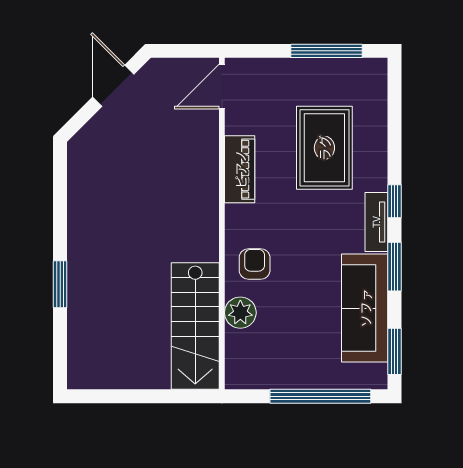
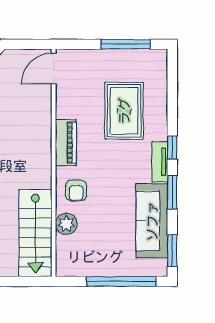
piano: (240, 169) -> (66, 143), moved
armchair: (255, 264) -> (76, 191), turned 180

